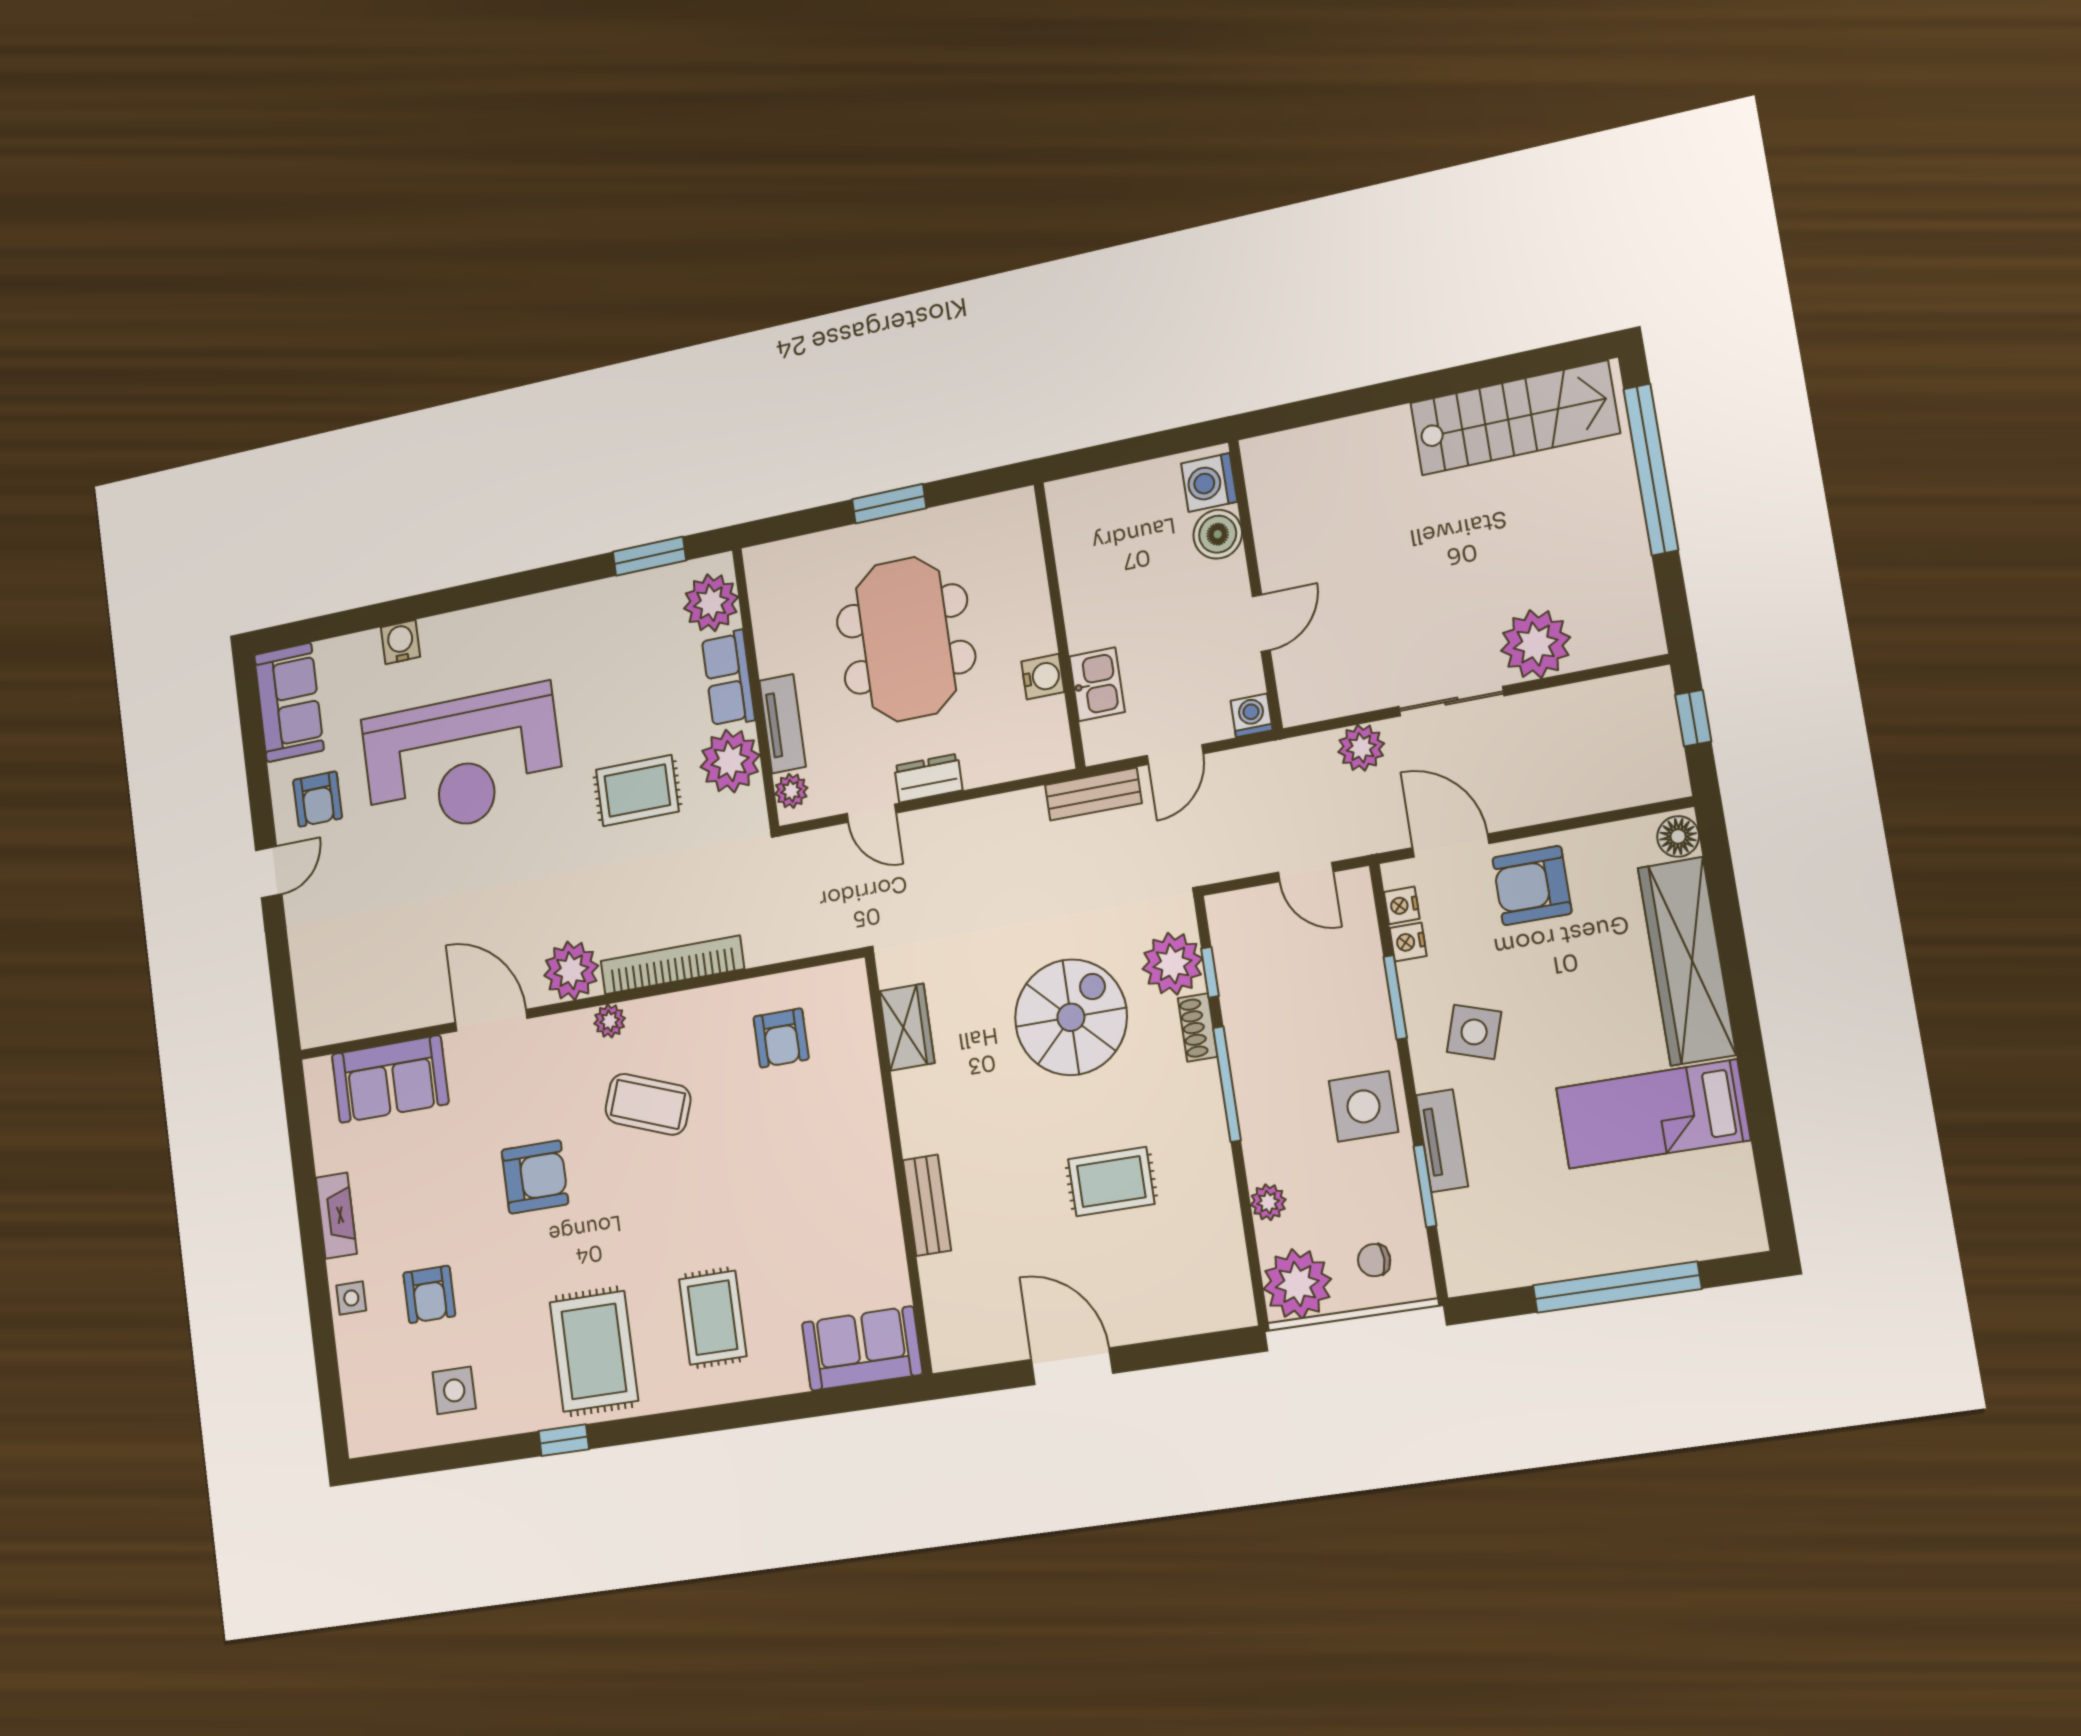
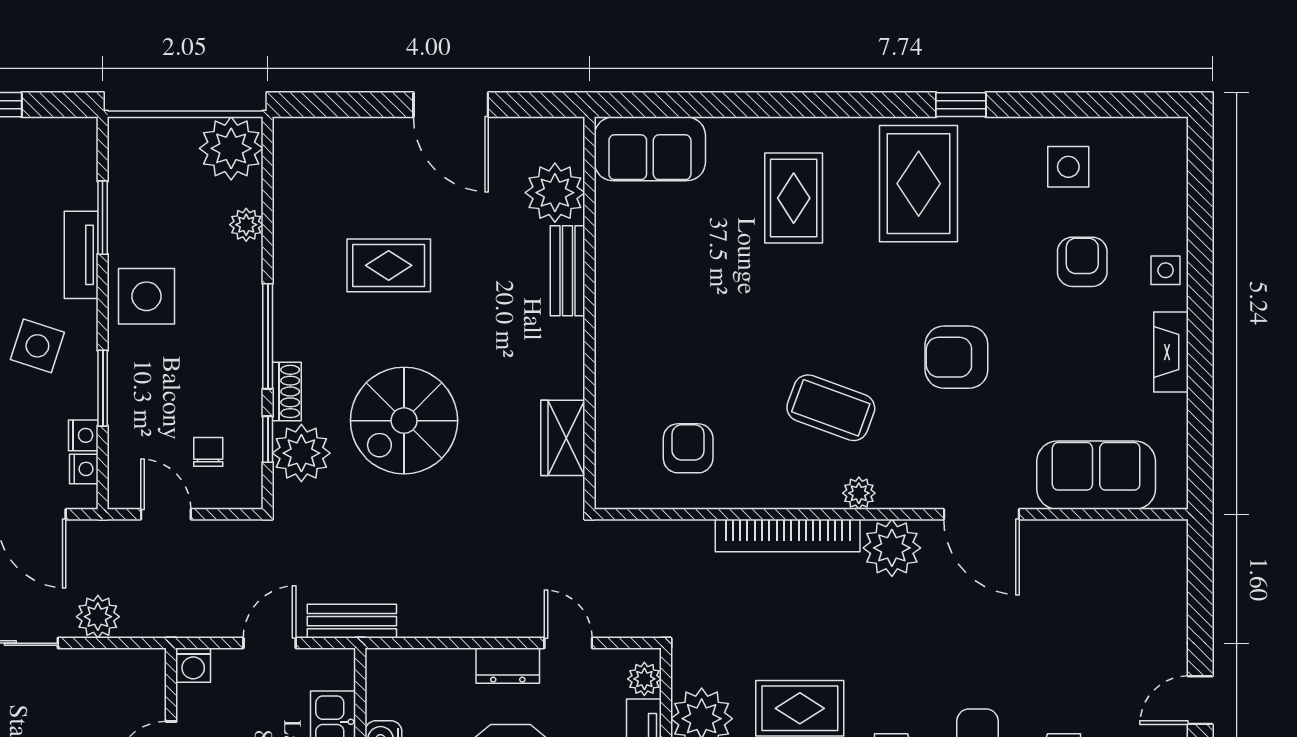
chair: (1374, 1260) -> (208, 452), moved, turned -90
plant: (951, 1287) -> (555, 193), added

